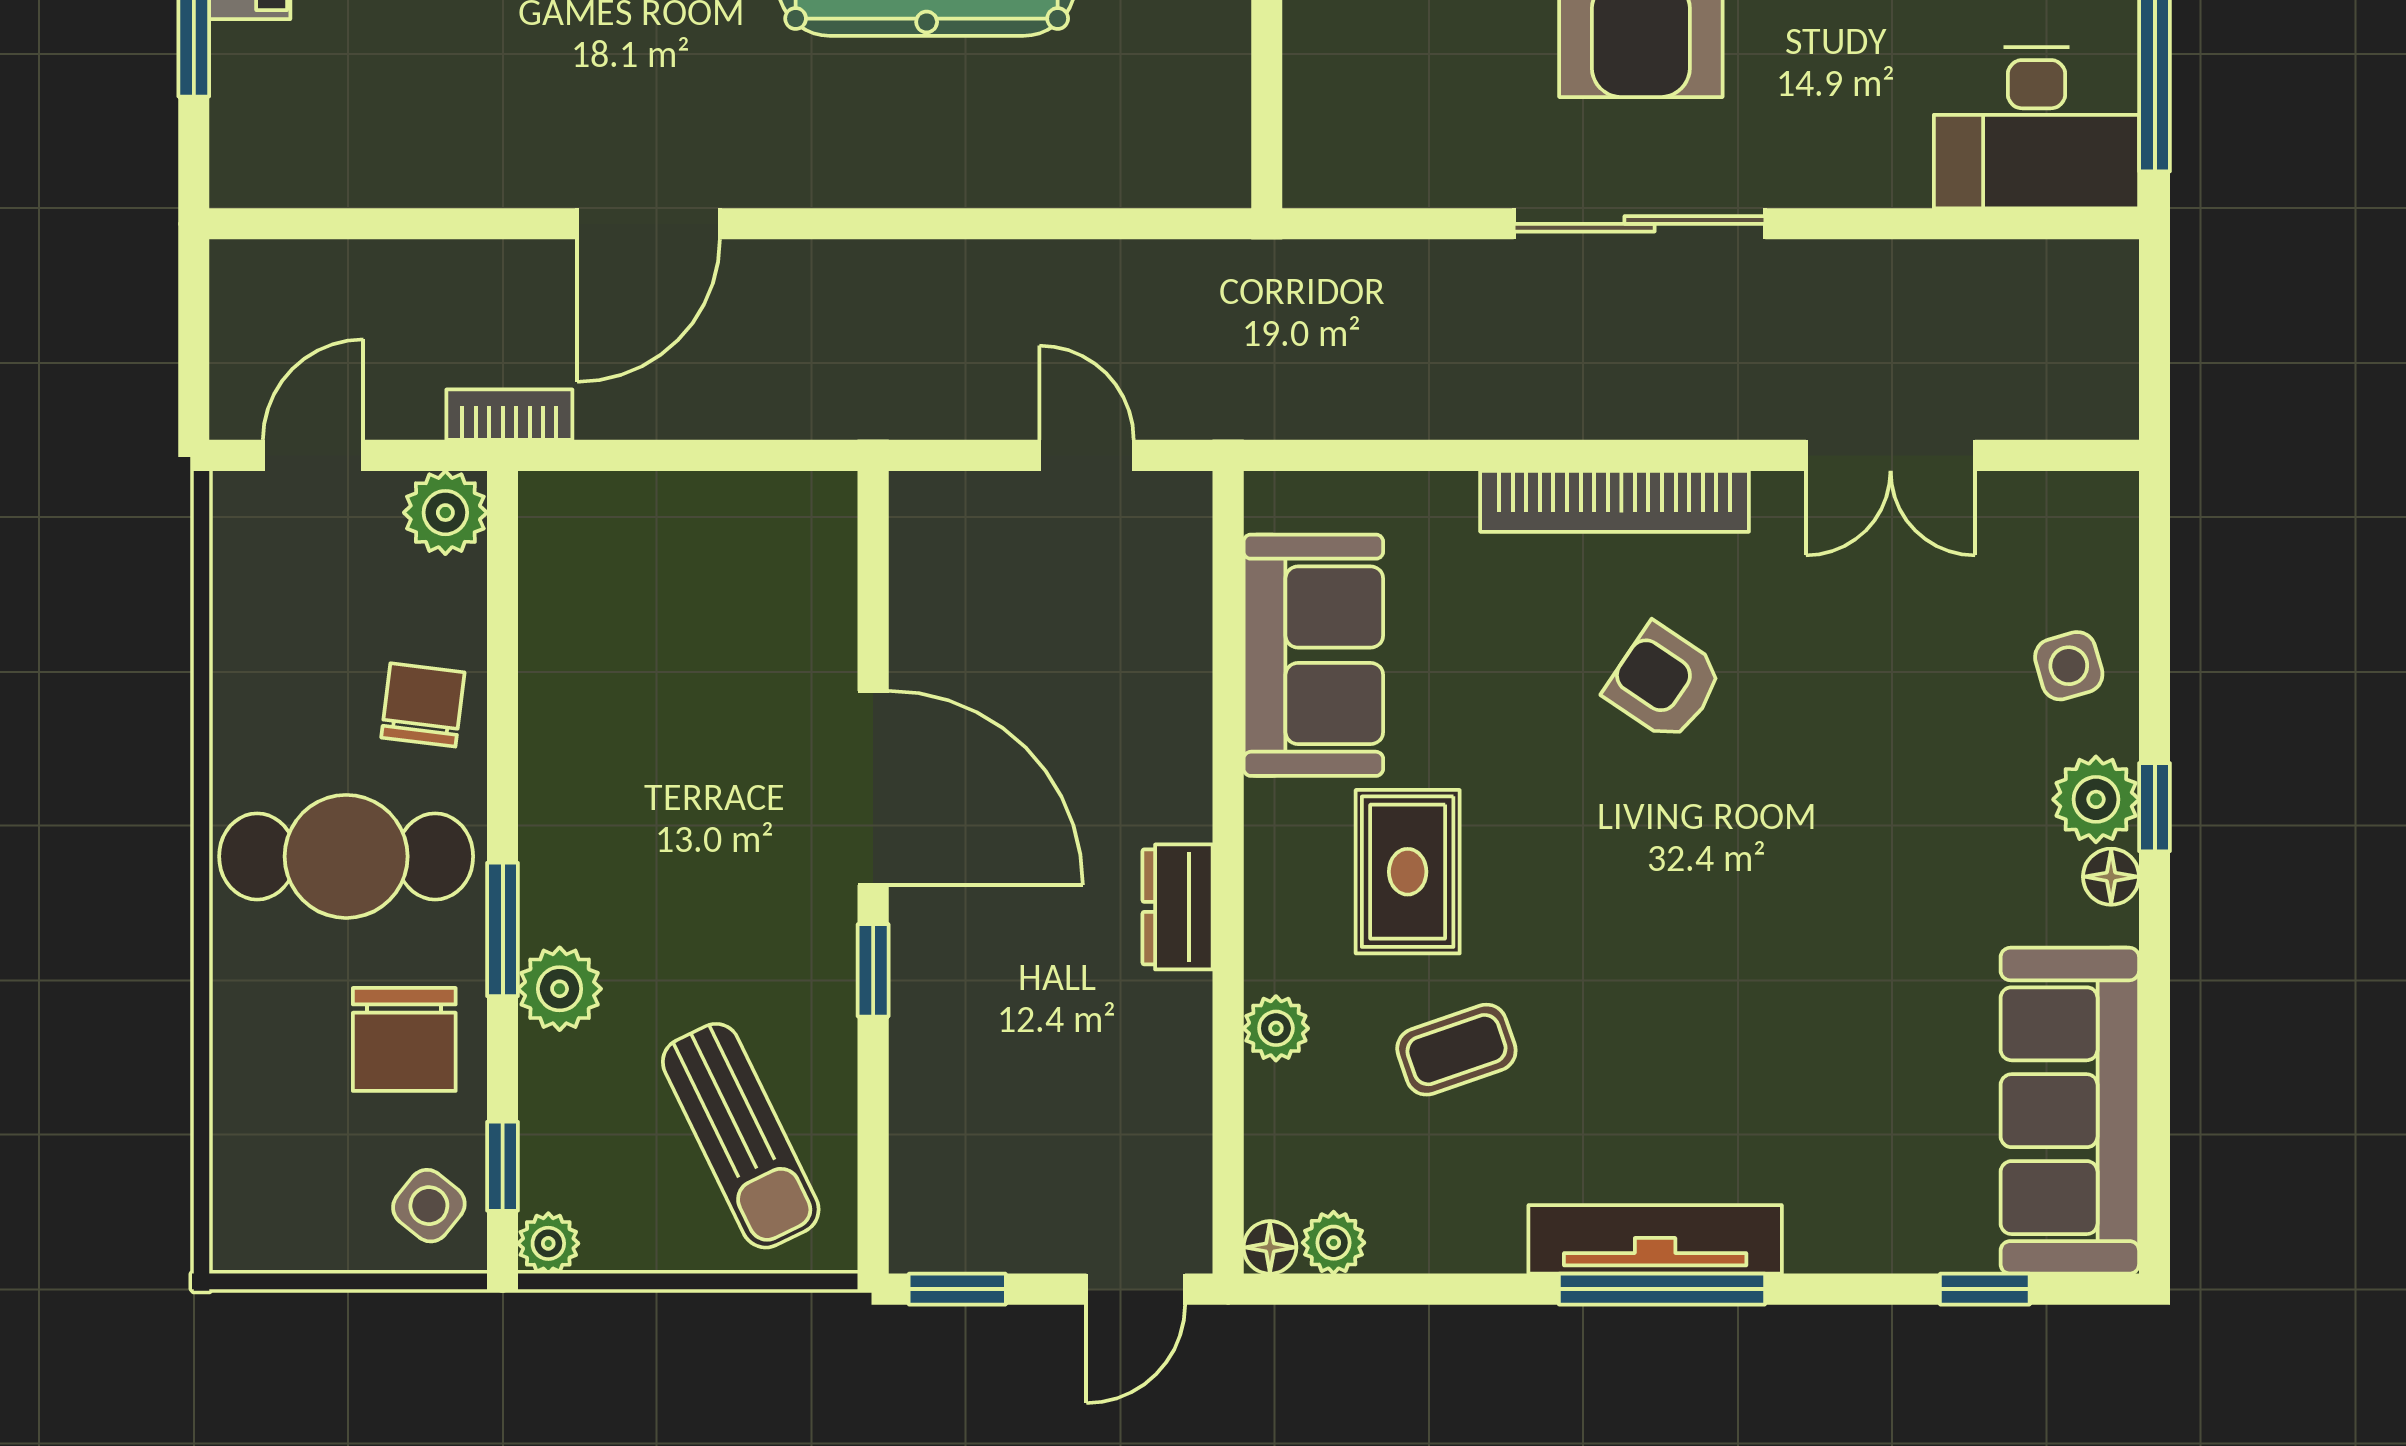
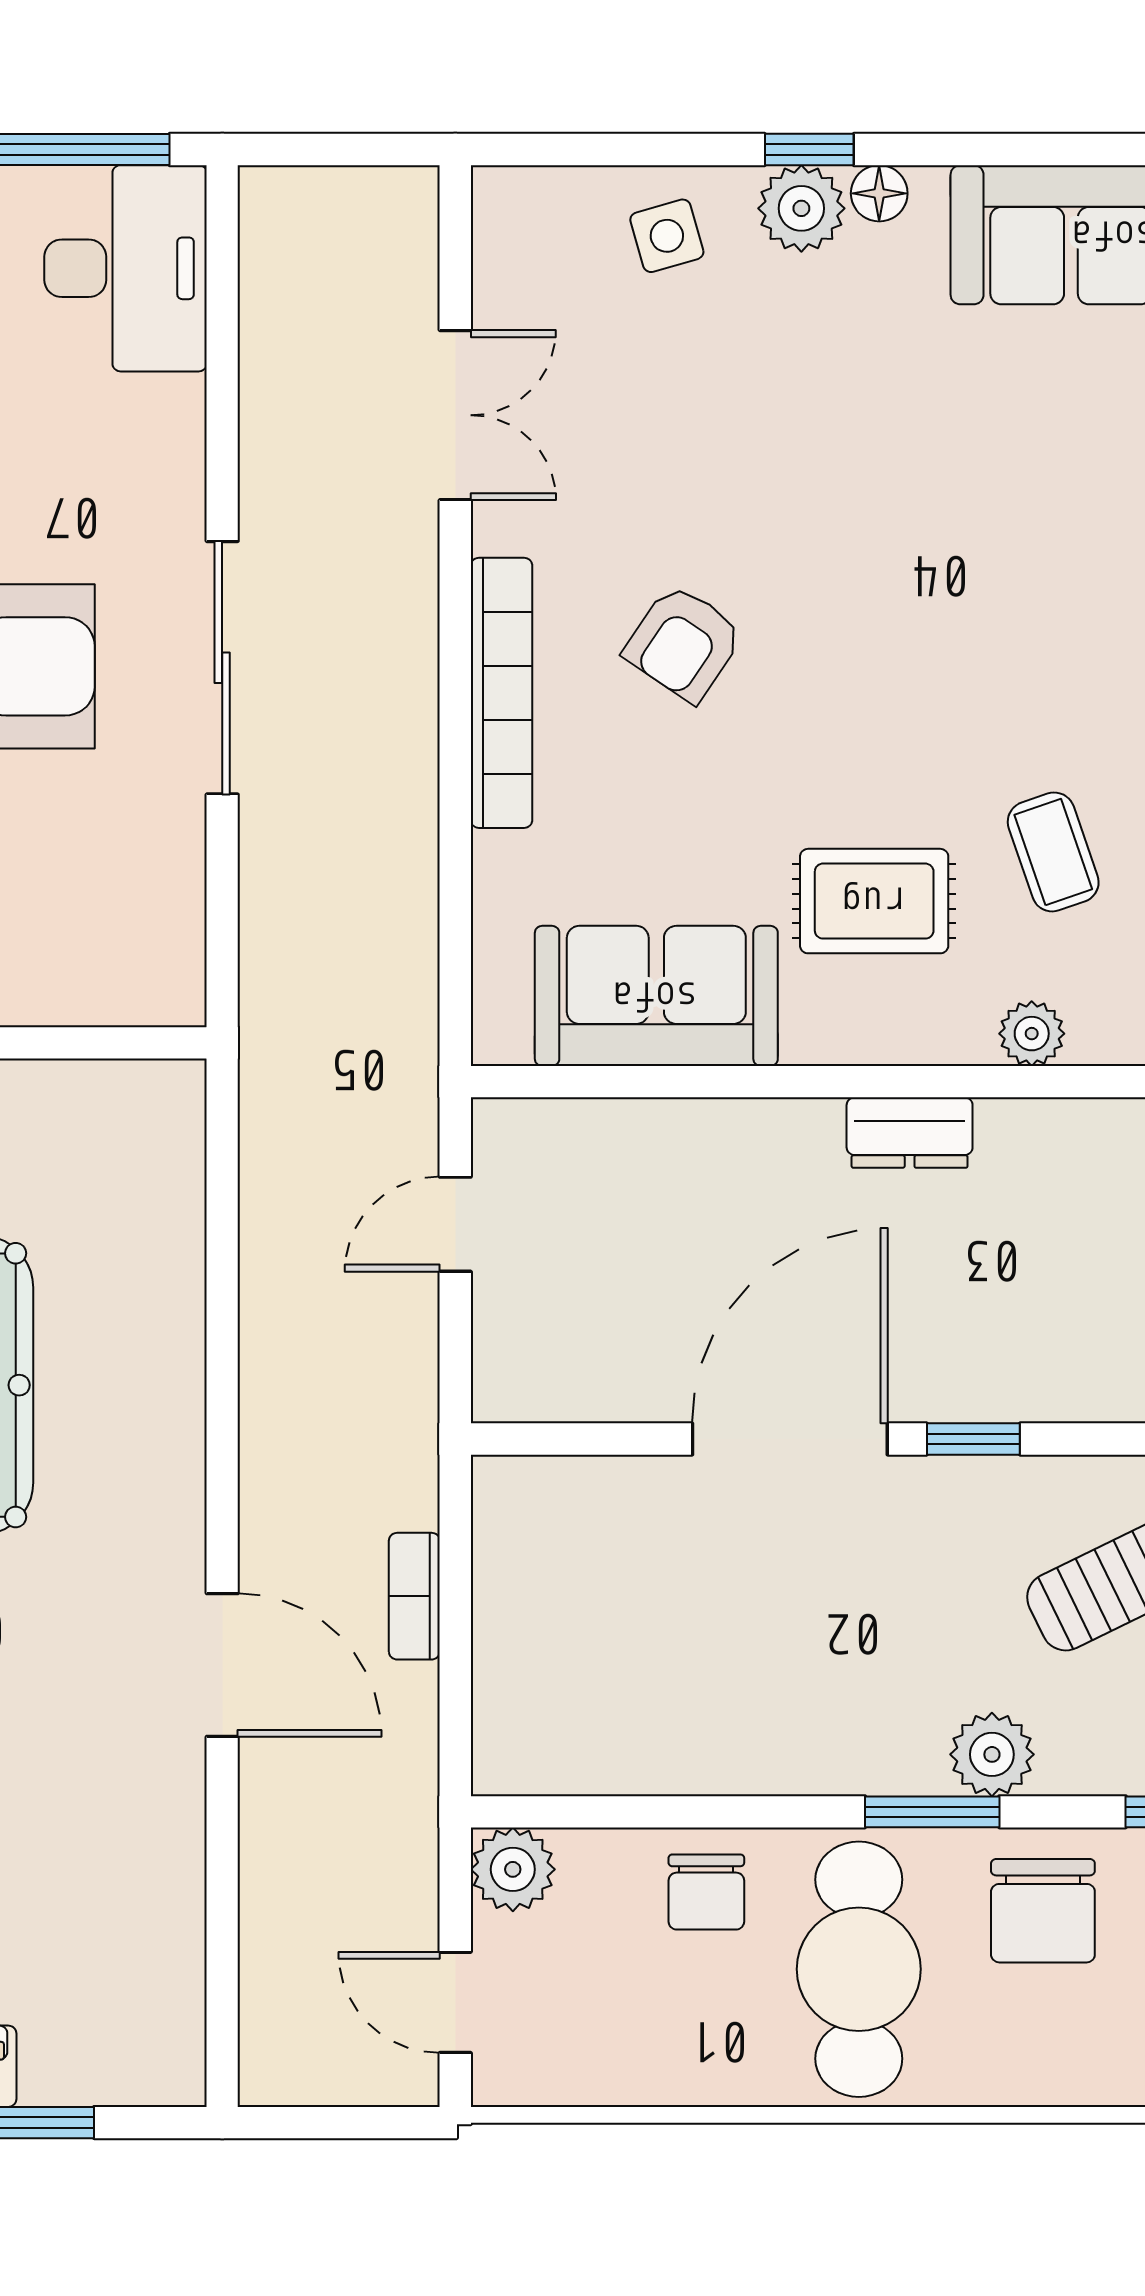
bookcase: (509, 415) -> (414, 1596), moved
chair: (423, 705) -> (706, 1892), turned -97
chair: (404, 1039) -> (1043, 1911), turned 90

